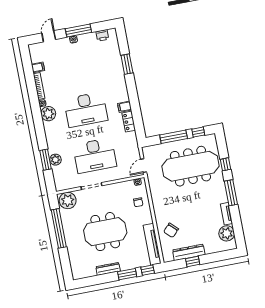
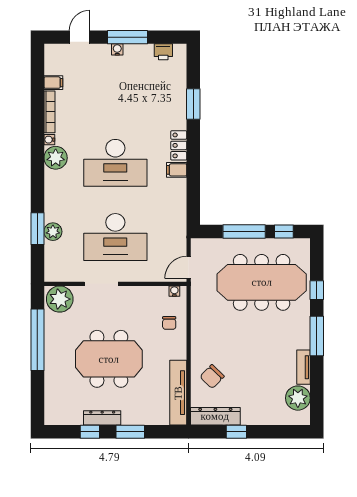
locker: (129, 122) -> (179, 145), moved
dresser: (189, 252) -> (215, 416), moved
window: (148, 270) -> (90, 432), moved

